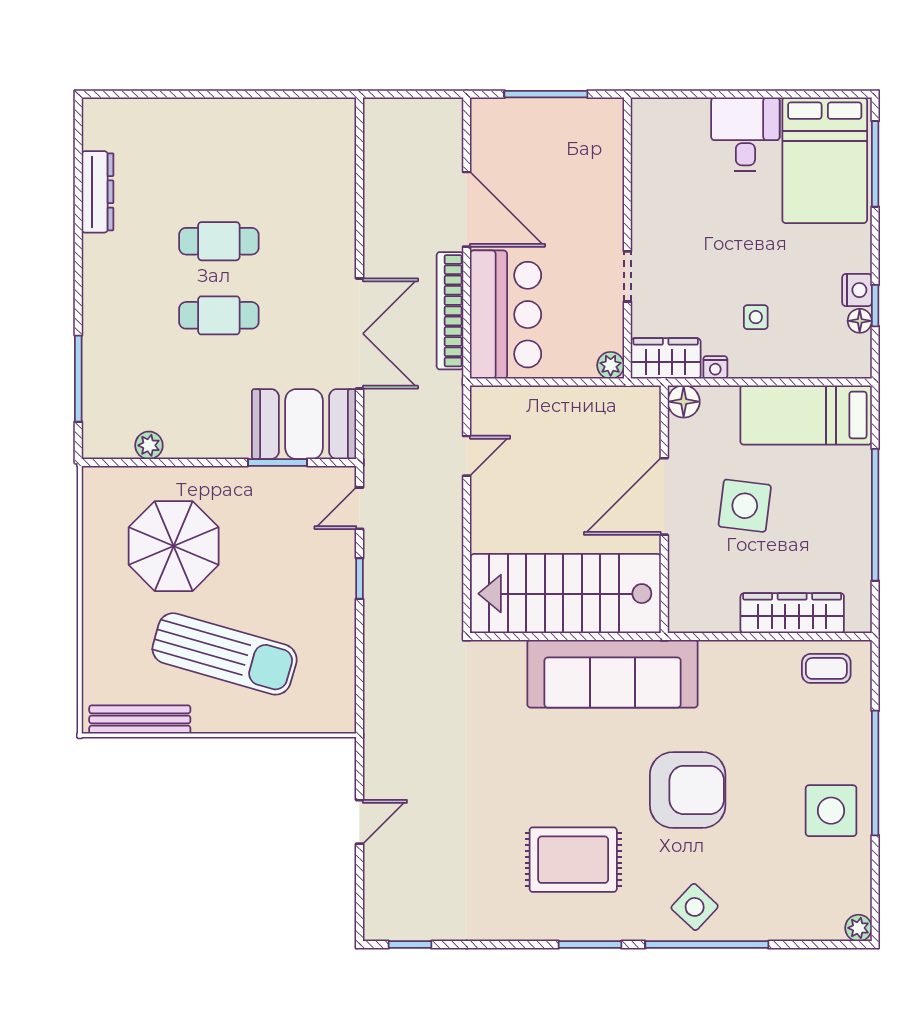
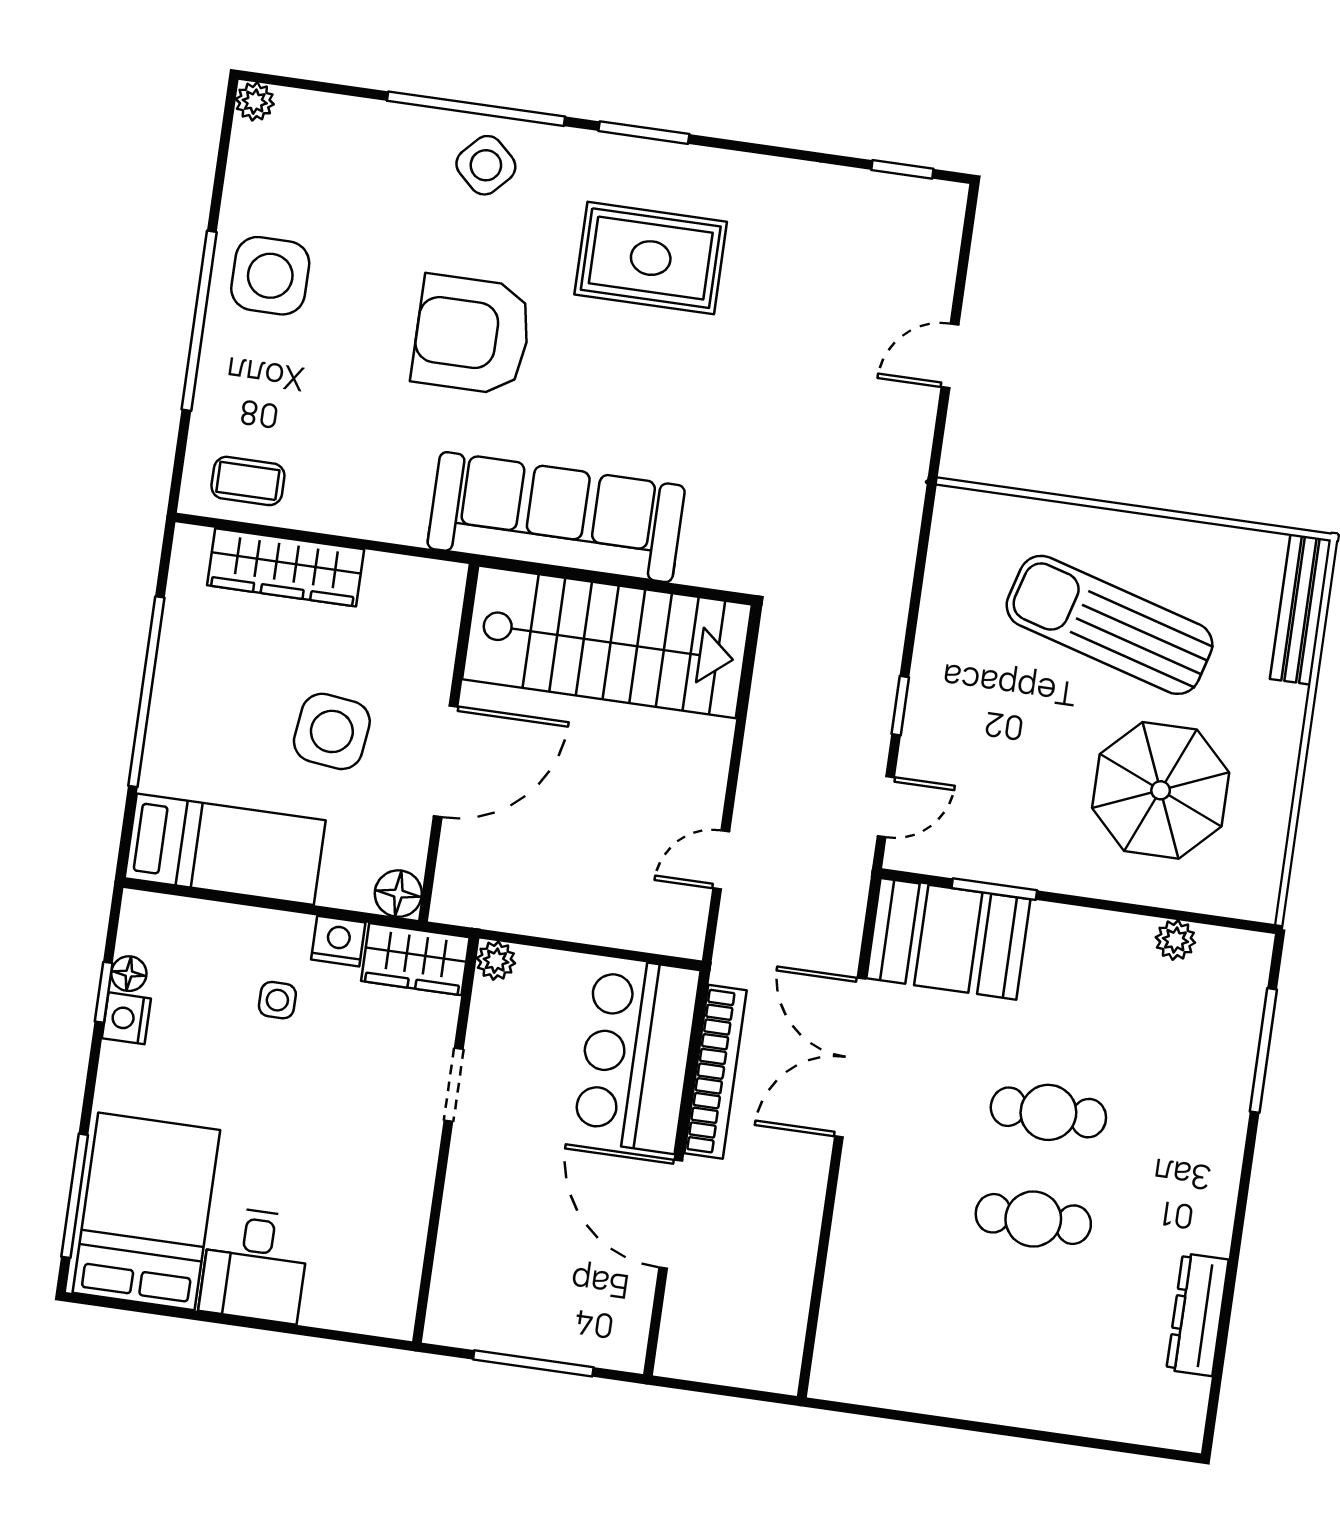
nightstand: (715, 367) -> (338, 941), width x1.39, depth x1.35
bench: (140, 719) -> (1301, 609), moved, turned 90

